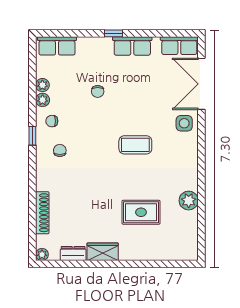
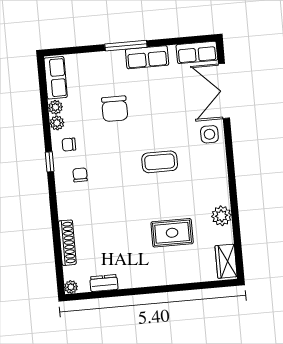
window: (113, 33) -> (126, 46), width x2.17
row of seats: (57, 46) -> (56, 78), moved, turned -90
chair: (98, 91) -> (115, 109), width x1.87, depth x1.87
wardrobe: (103, 252) -> (226, 261), moved, turned -90

